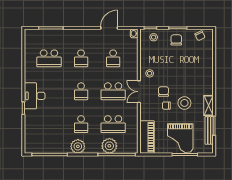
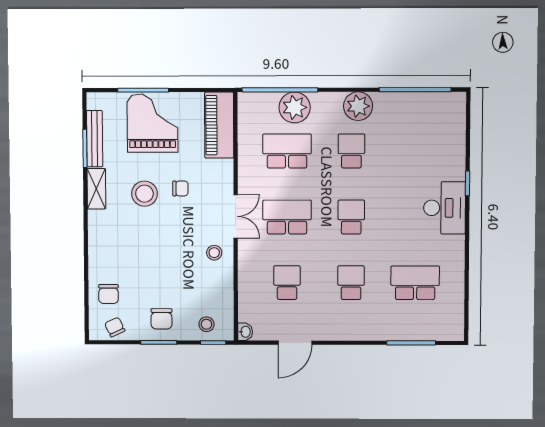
chair: (163, 92) -> (109, 294), moved

